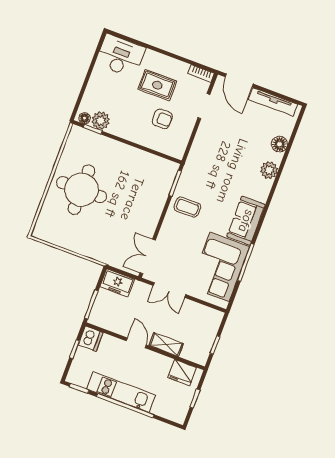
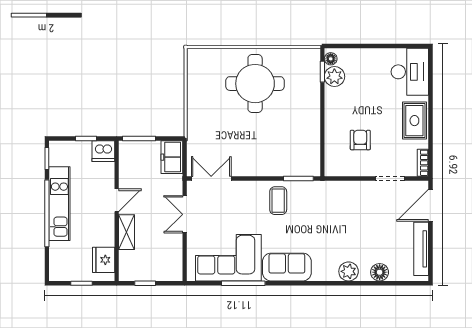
rug: (157, 85) -> (414, 121), moved
armchair: (162, 119) -> (360, 140), turned 180

